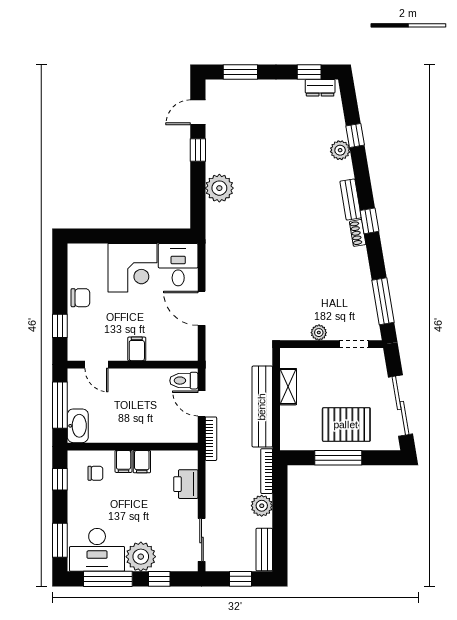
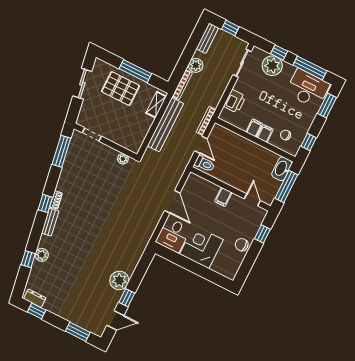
plant: (219, 188) -> (119, 280), moved
plant: (319, 333) -> (123, 159), moved
shelving: (288, 387) -> (156, 105), moved
sliding door: (400, 406) -> (82, 84), width x0.73
plant: (141, 557) -> (272, 66), moved

